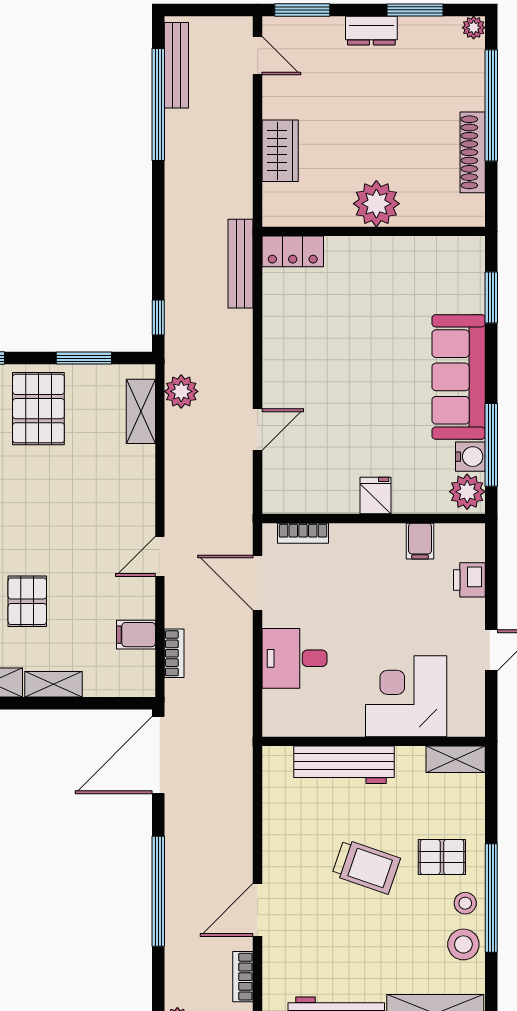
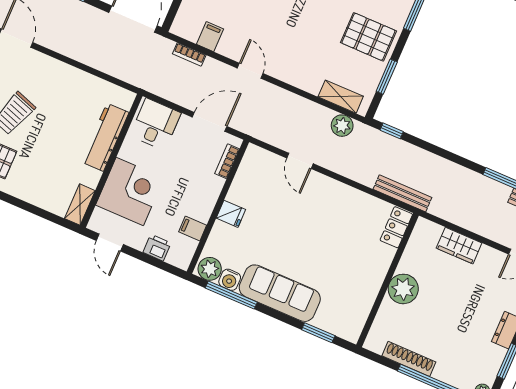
corner desk: (406, 696) -> (130, 191), moved
wall: (374, 741) -> (111, 161), moved
shelving: (456, 759) -> (80, 205), moved
workbench: (344, 765) -> (105, 137), moved

